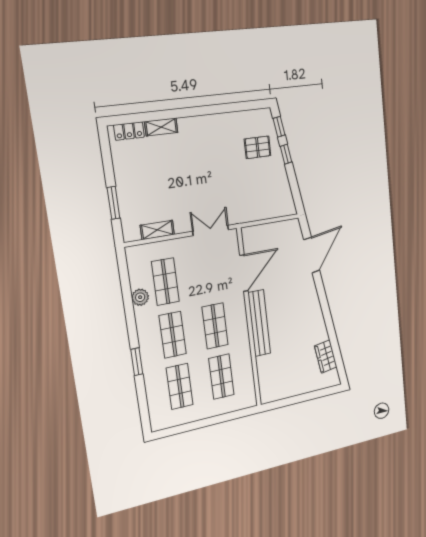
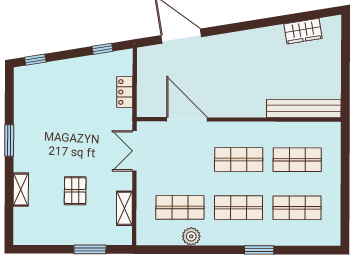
window: (205, 110) -> (9, 140), added
locker: (129, 131) -> (125, 92), moved, turned 180
pallet: (258, 147) -> (75, 191), moved
window: (286, 154) -> (102, 49), moved
bench: (259, 323) -> (304, 108), moved

